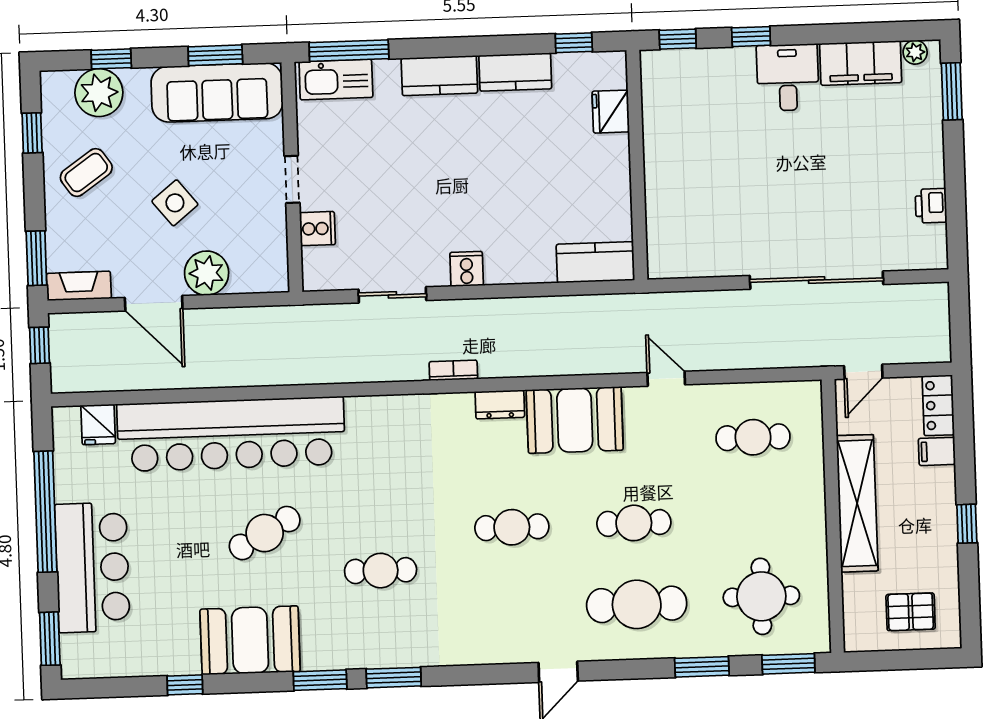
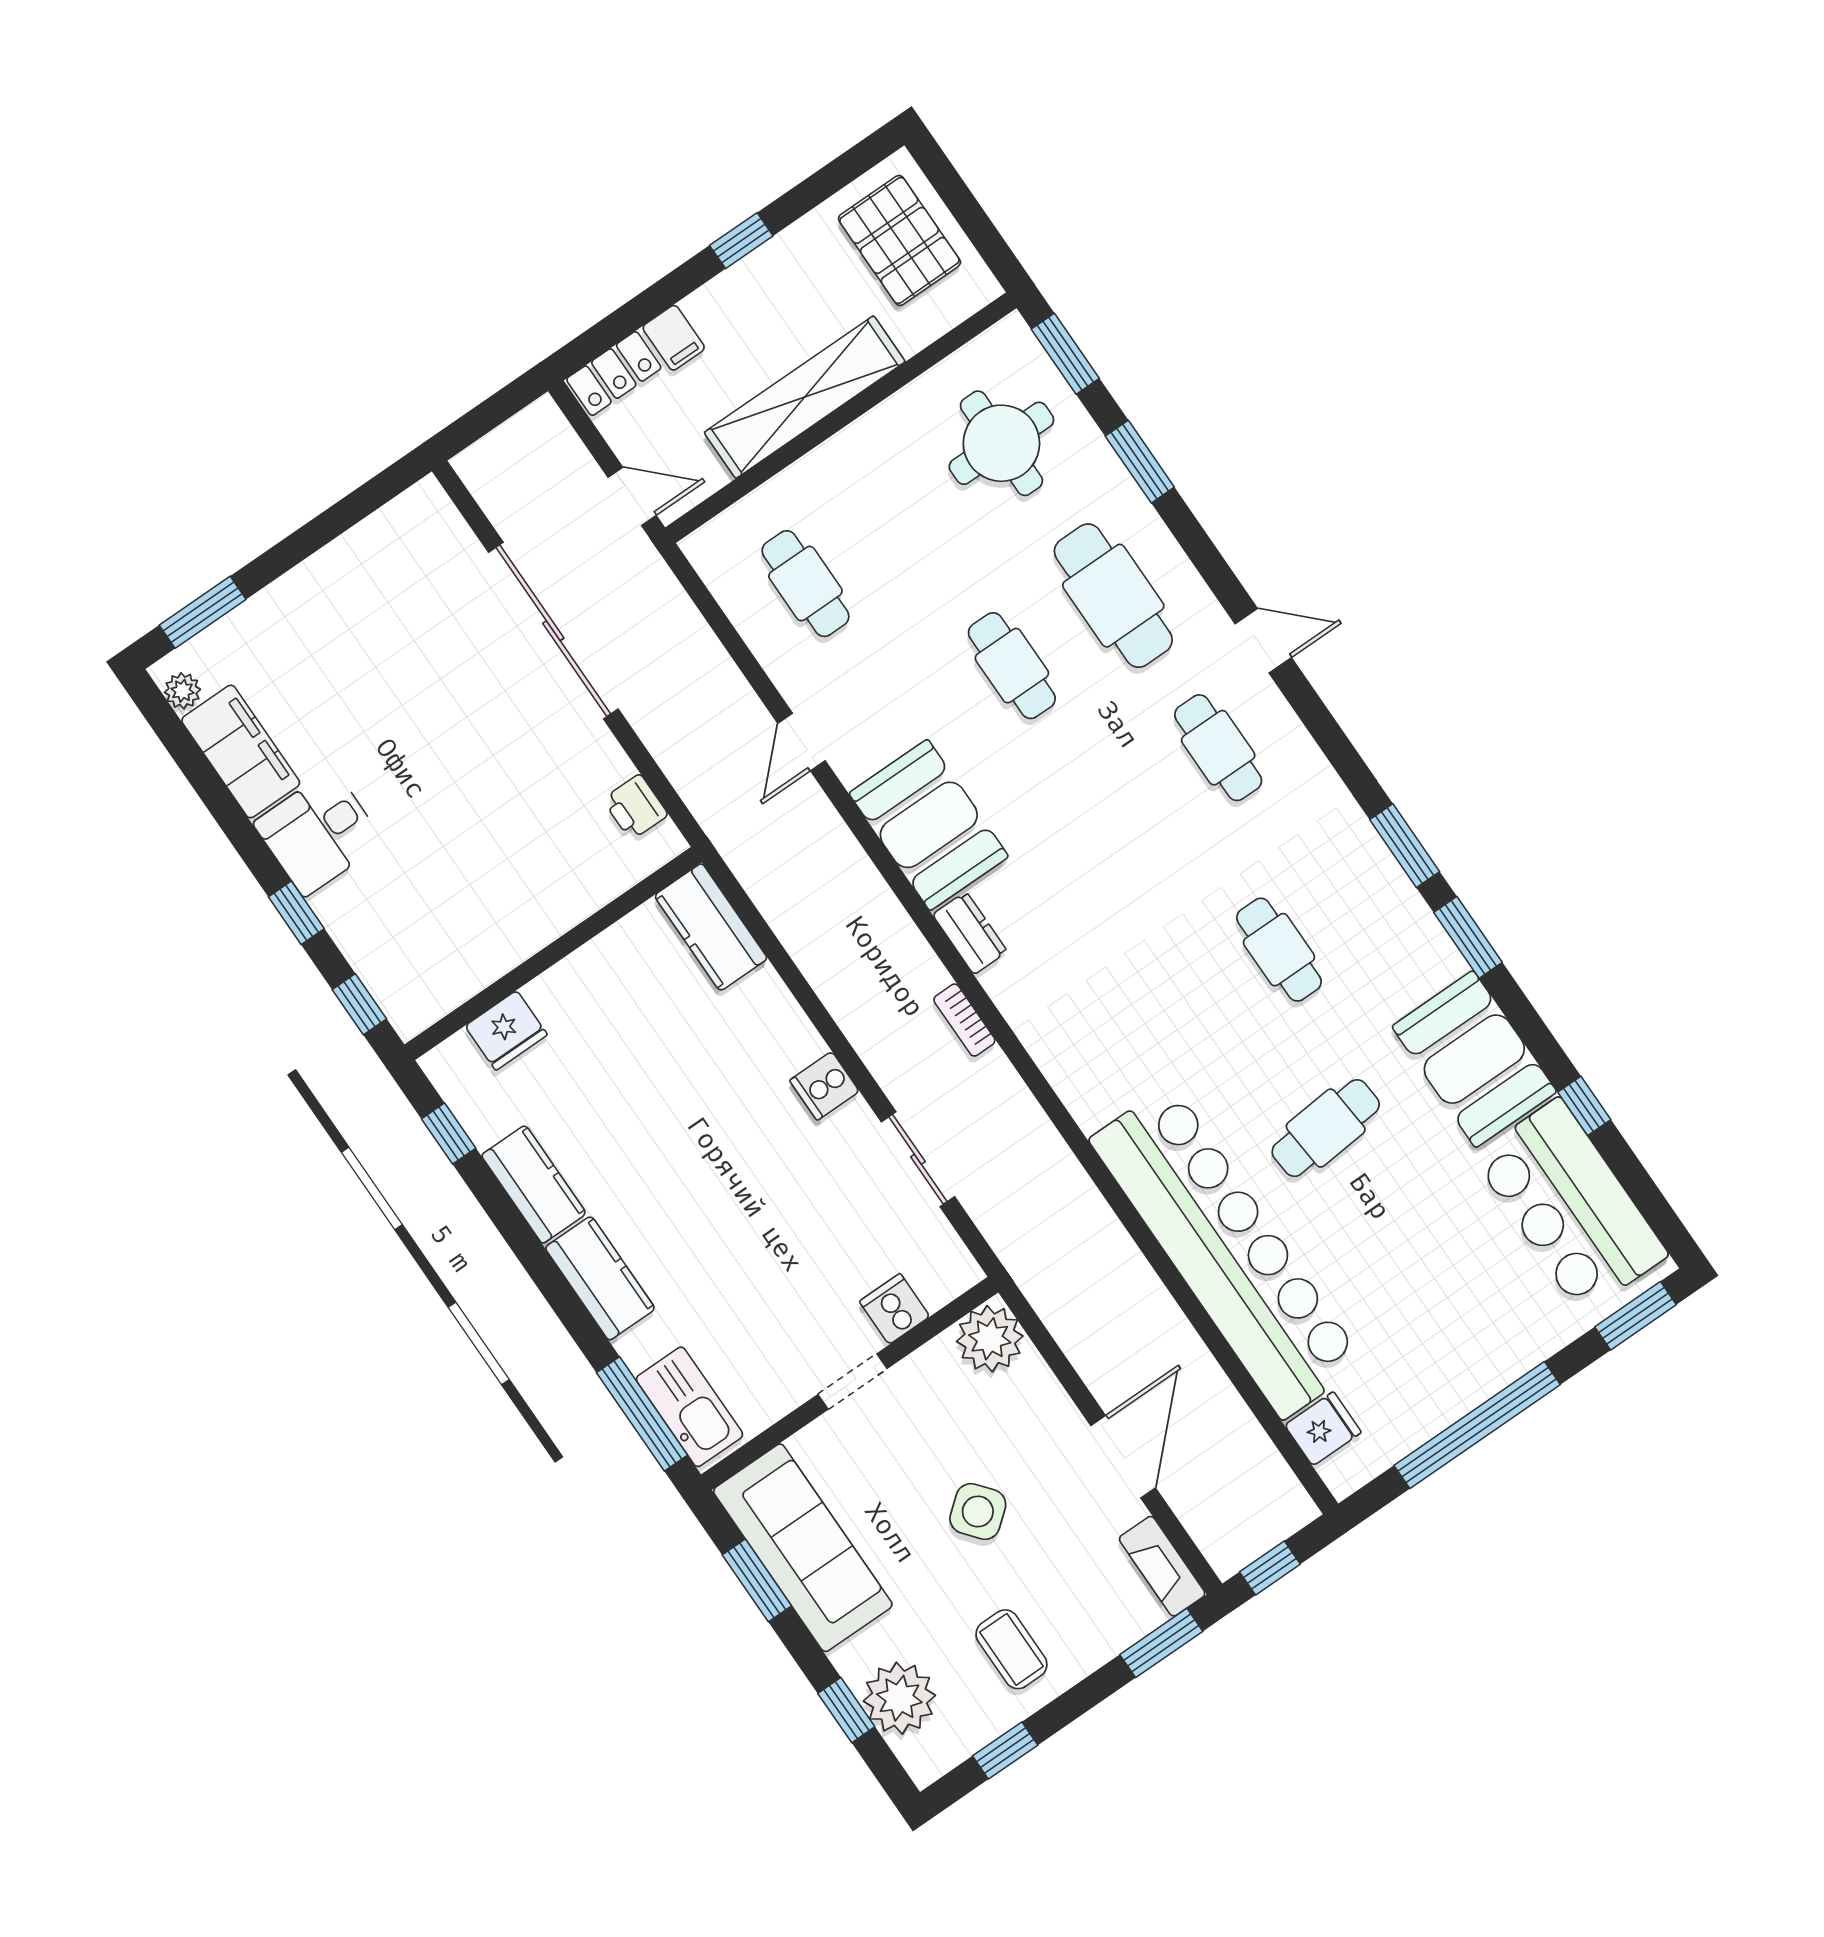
coffee table: (86, 172) -> (1011, 1649), turned 35
printer: (931, 206) -> (635, 807), moved, turned 90
plant: (207, 273) -> (990, 1339), moved
cafe table: (512, 527) -> (1218, 748), moved
cafe table: (265, 533) -> (1326, 1128), turned -66
bar counter: (92, 567) -> (1570, 1206), moved, turned -90
pallet: (911, 612) -> (899, 240), width x1.50, depth x1.42

